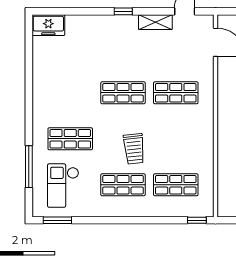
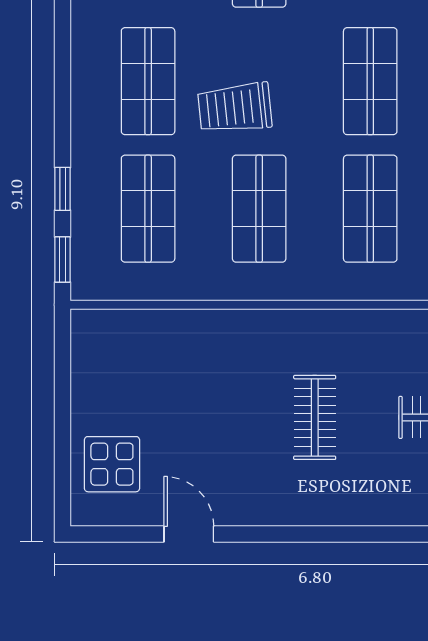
shop shelf: (176, 139) -> (259, 209), added
window: (168, 220) -> (63, 189), added

